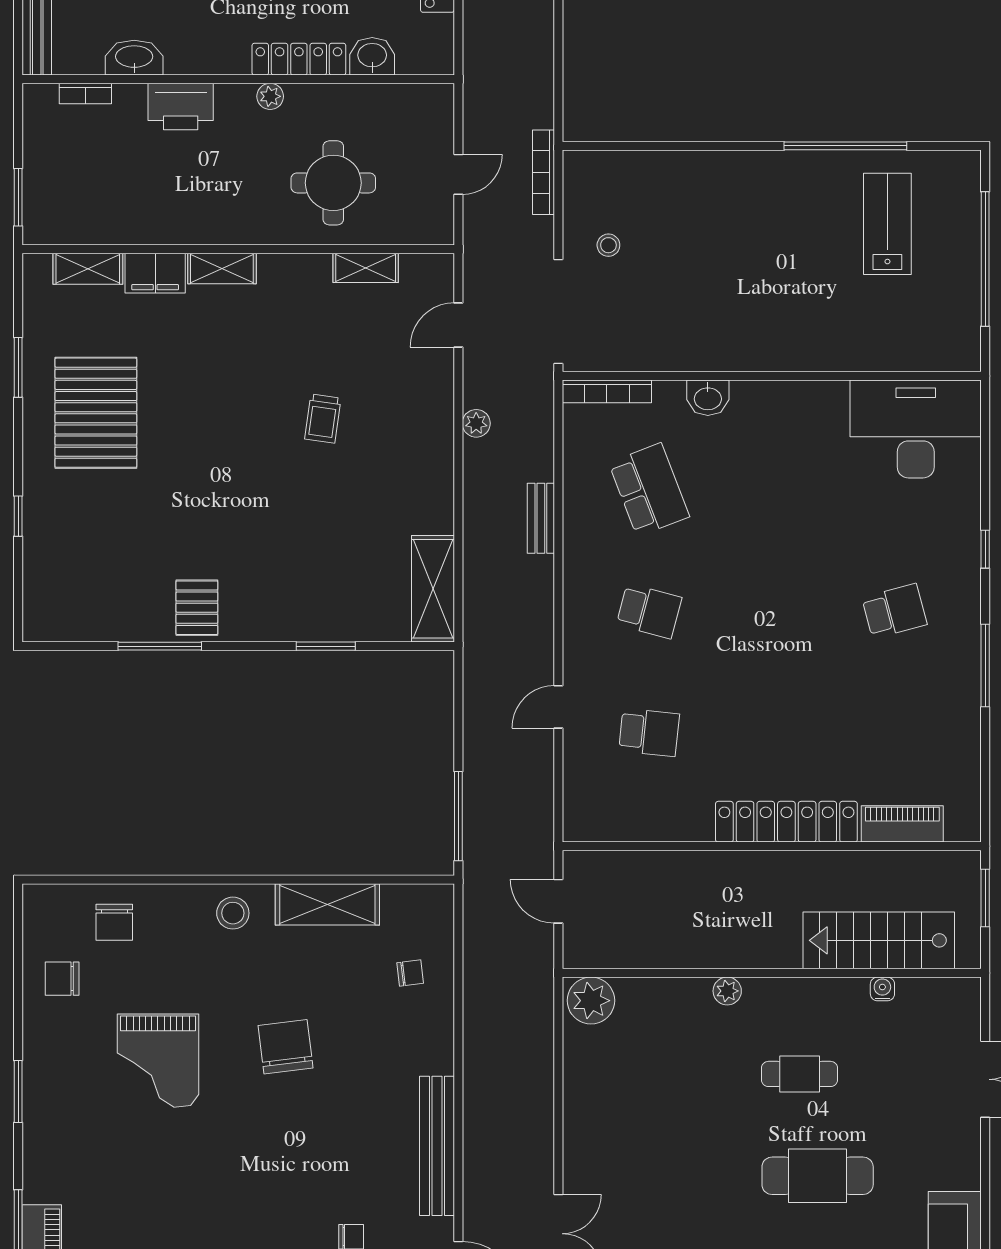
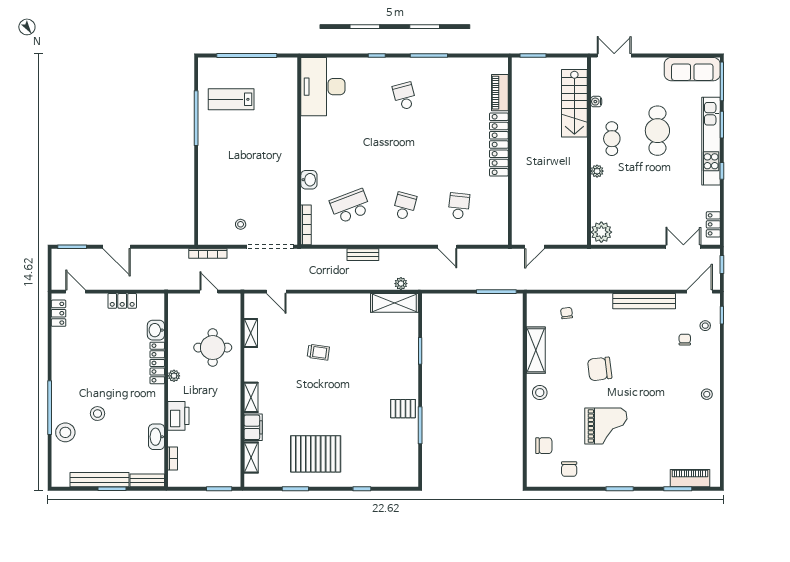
plant: (476, 423) -> (401, 284), moved
stairs: (879, 940) -> (574, 103), moved
wall: (772, 973) -> (589, 151), moved
water cooler: (882, 989) -> (596, 102), moved
plant: (727, 991) -> (597, 171), moved
plant: (591, 1001) -> (601, 232), moved

